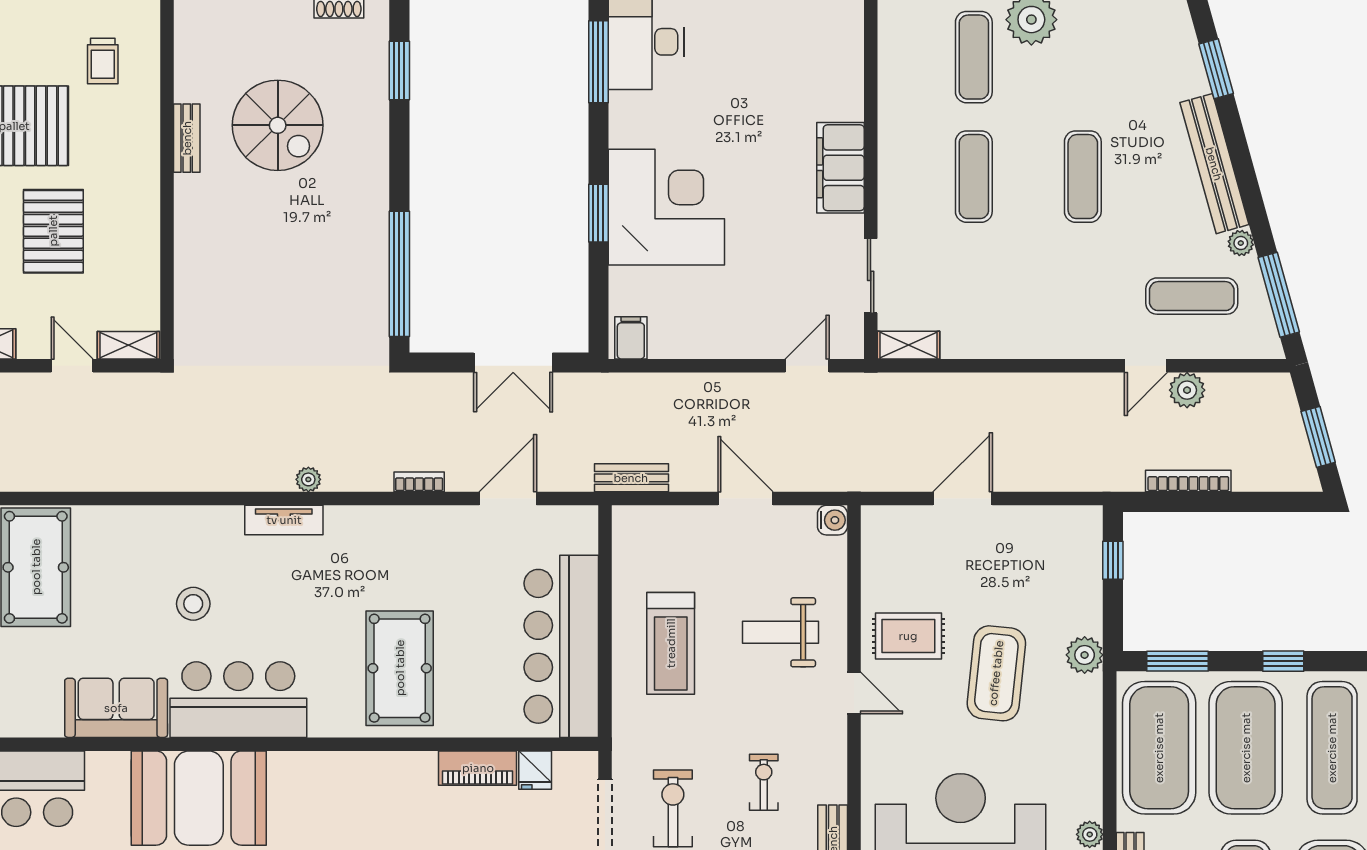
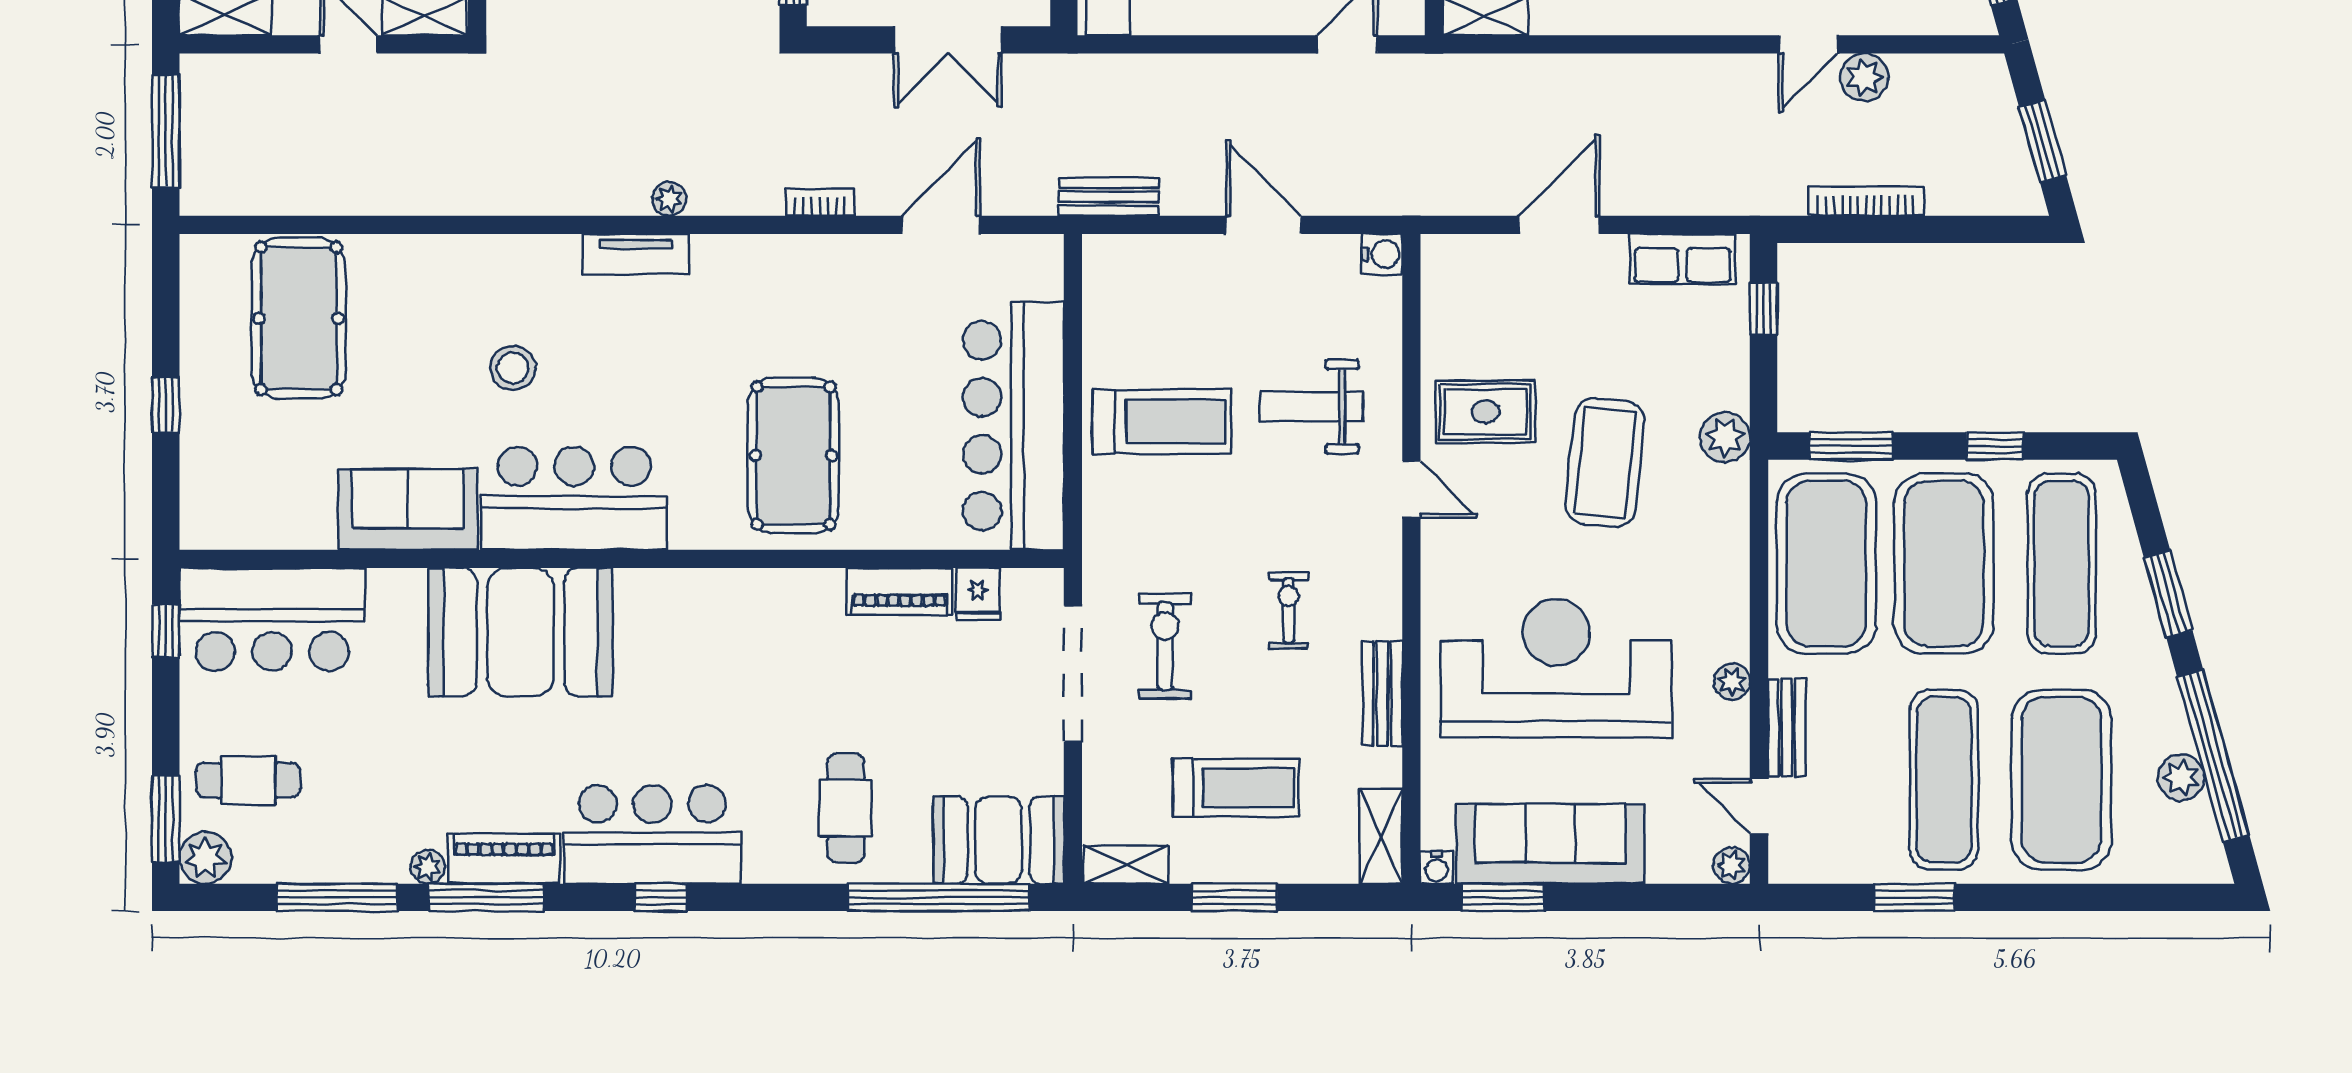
row of seats: (1053, 524) -> (1683, 259), added
treadmill: (671, 643) -> (1162, 422), turned -90

